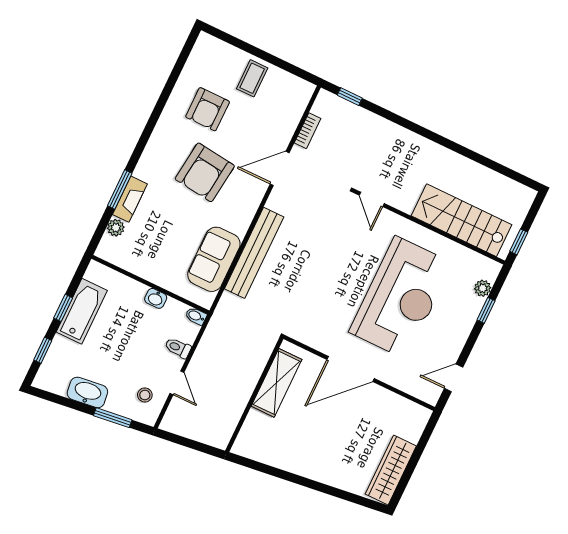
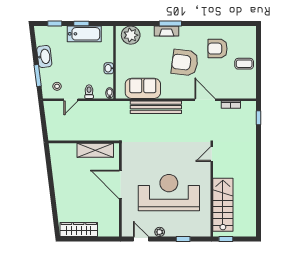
window: (120, 190) -> (170, 24), moved
fireplace: (130, 199) -> (167, 31), moved
plant: (116, 228) -> (131, 35), width x1.88, depth x1.88
plant: (483, 288) -> (160, 232), moved
reception desk: (401, 298) -> (169, 193), turned 180

